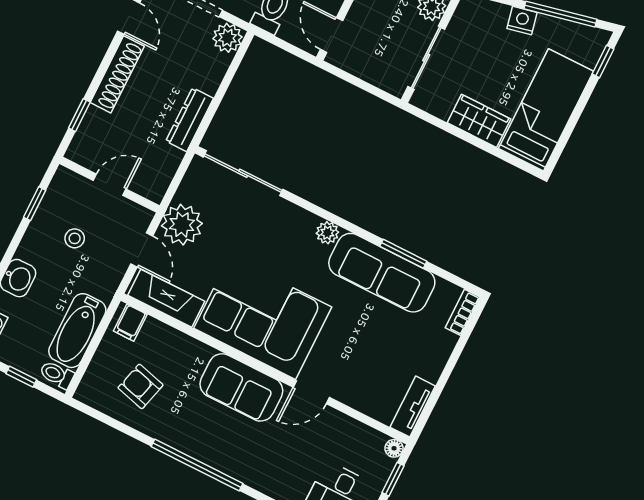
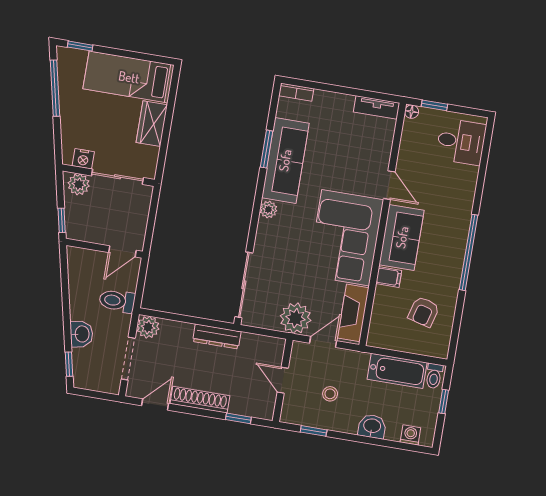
nightstand: (522, 20) -> (83, 159), moved, turned -78
filing cabinet: (130, 323) -> (389, 277), moved

